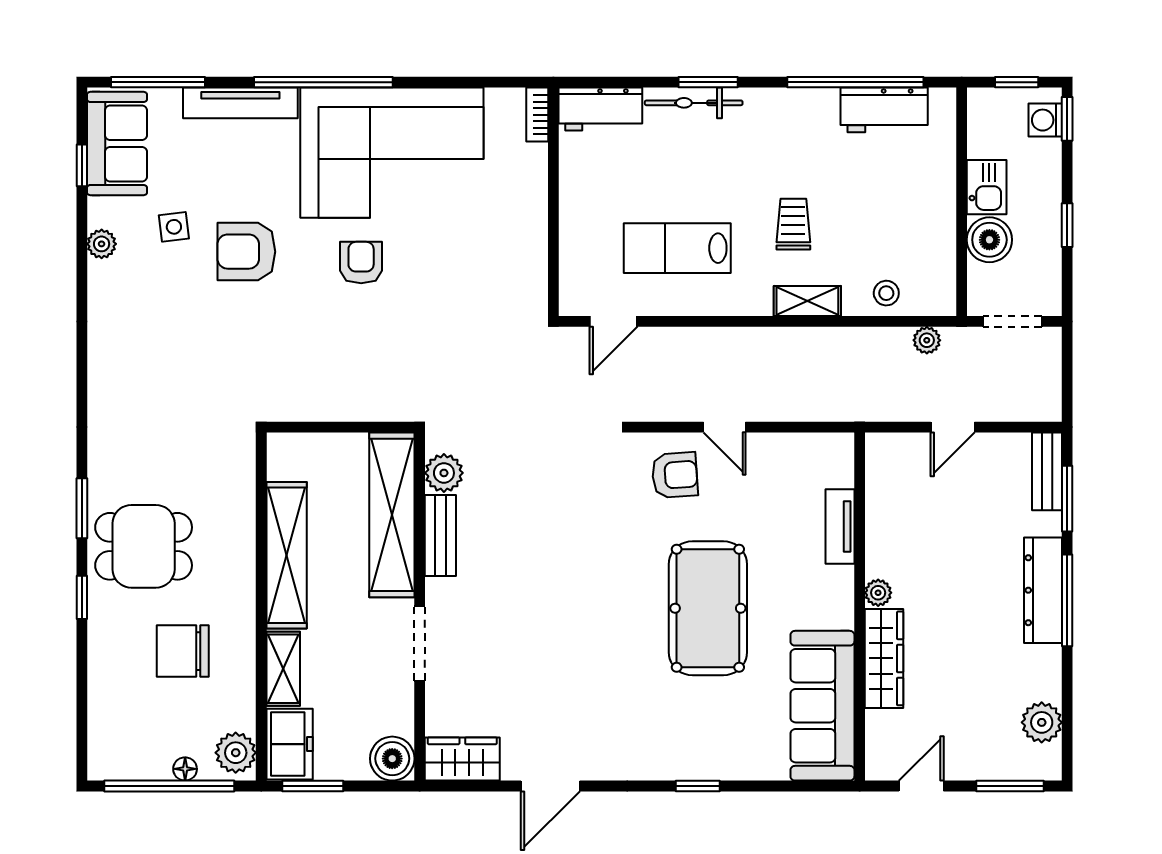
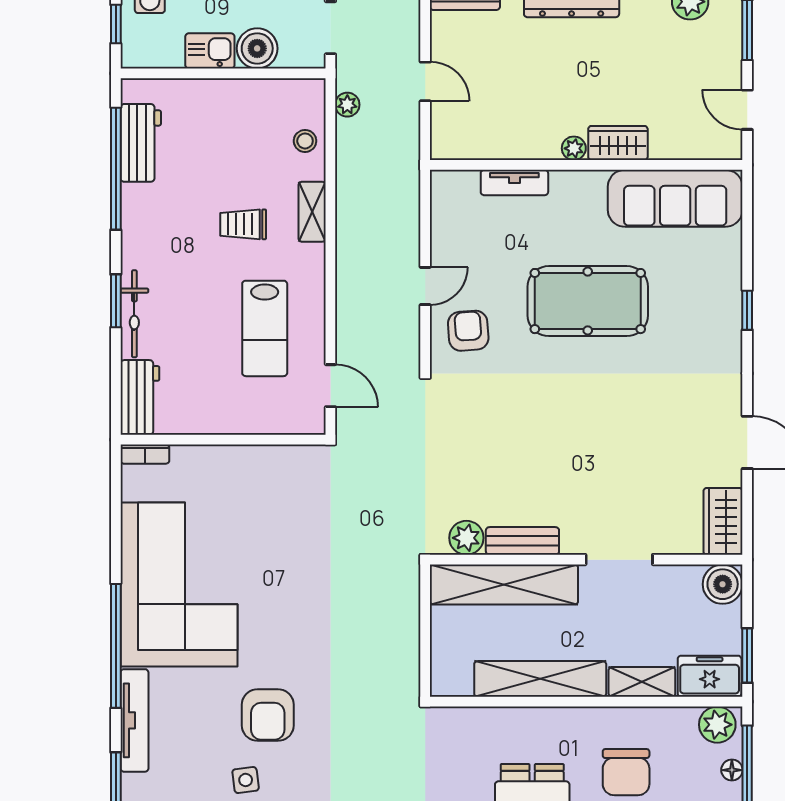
armchair: (361, 263) -> (278, 612), removed
wardrobe: (884, 658) -> (618, 143), width x0.67

